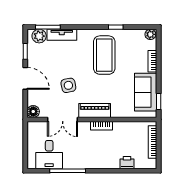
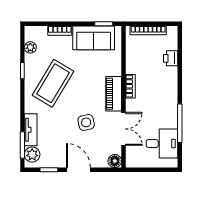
plant: (150, 34) -> (30, 47), moved
coffee table: (104, 55) -> (53, 83), turned -59
door: (25, 78) -> (78, 170), hinge flipped

